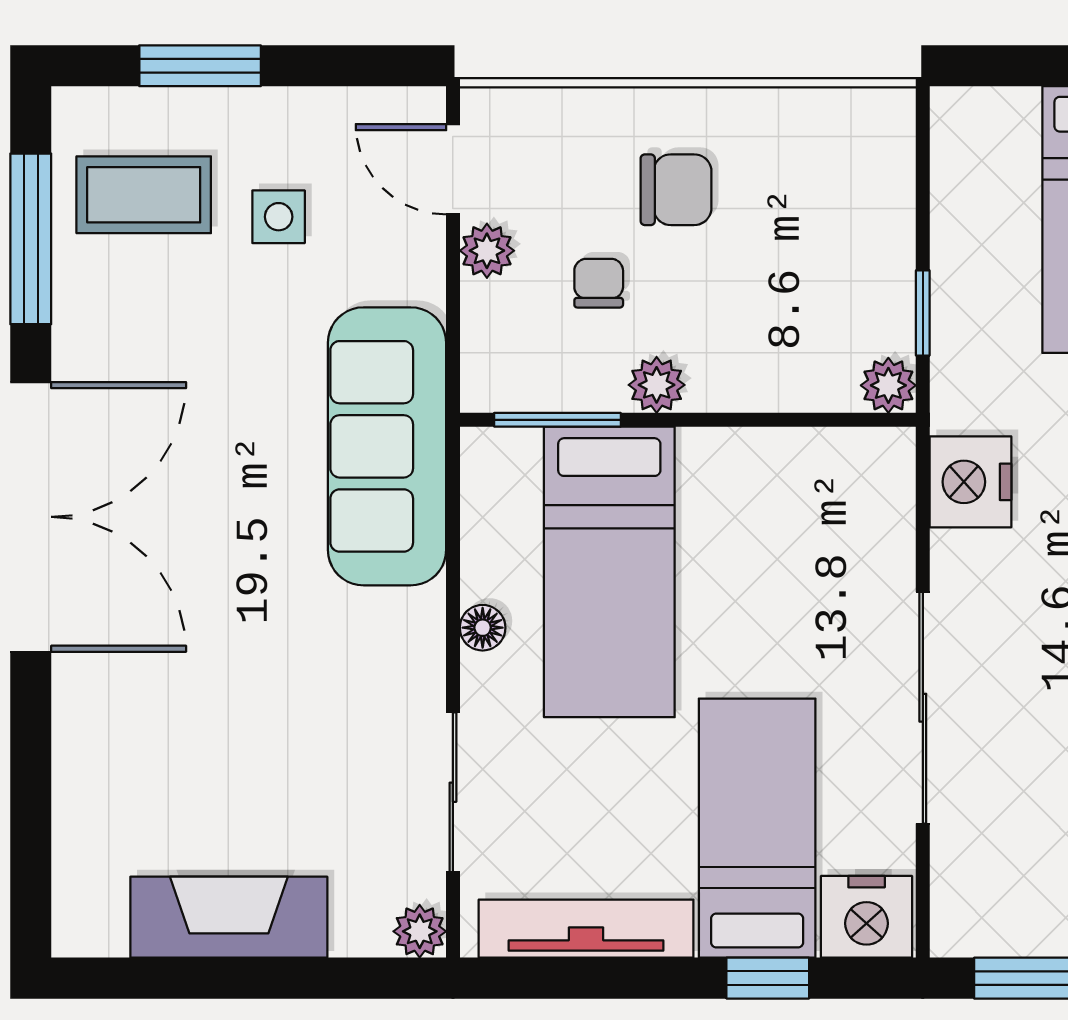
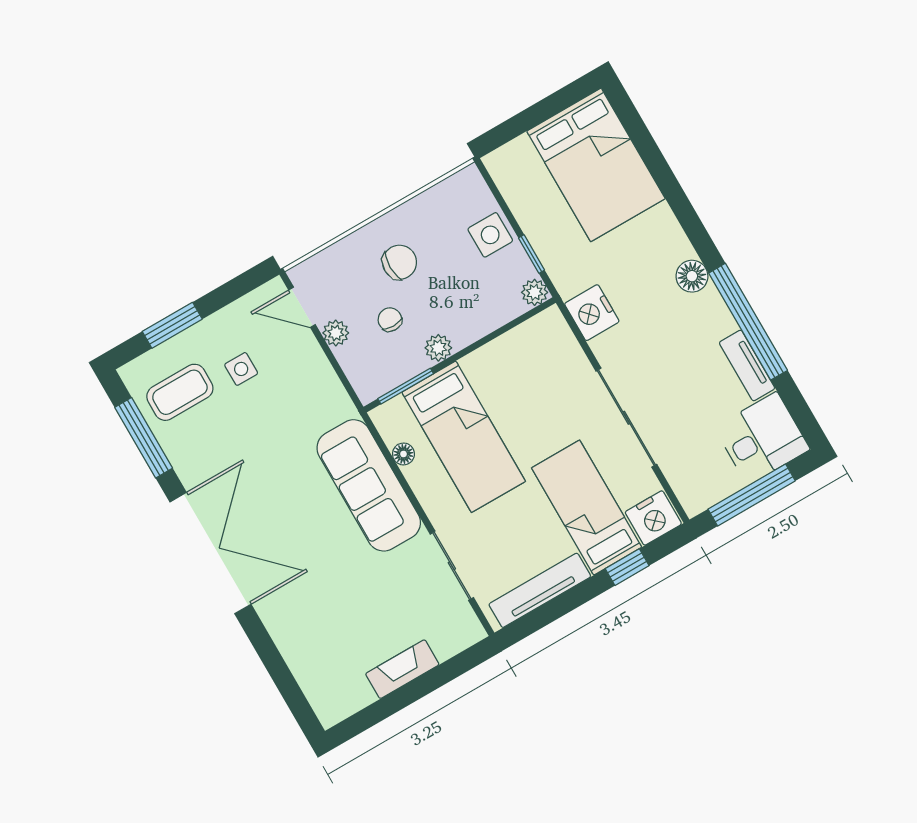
side table: (868, 235) -> (490, 235), added
sofa: (387, 446) -> (369, 485), moved
floor lamp: (483, 628) -> (403, 454), moved
fireplace: (229, 917) -> (402, 669), width x0.73, depth x0.76
plant: (420, 931) -> (471, 631), removed

